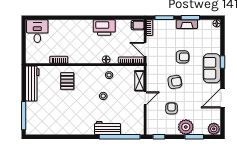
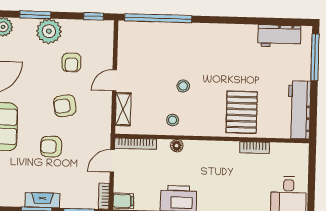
door: (145, 49) -> (112, 161), swing flipped
pallet: (67, 81) -> (242, 112), width x1.50, depth x1.42
workbench: (108, 128) -> (279, 36), moved

